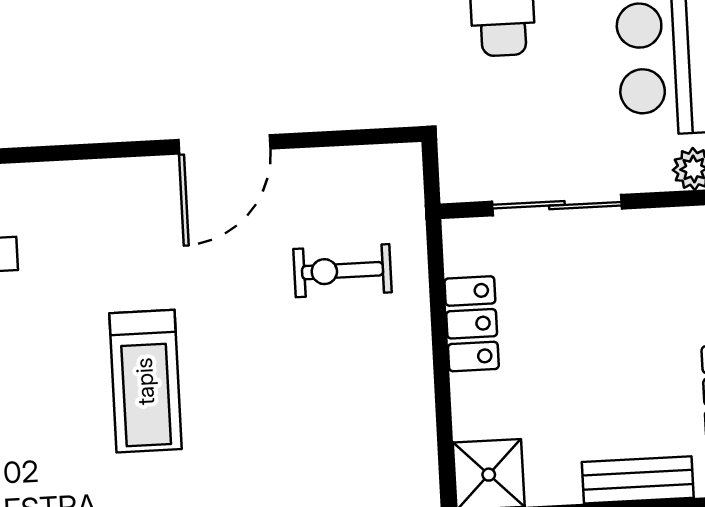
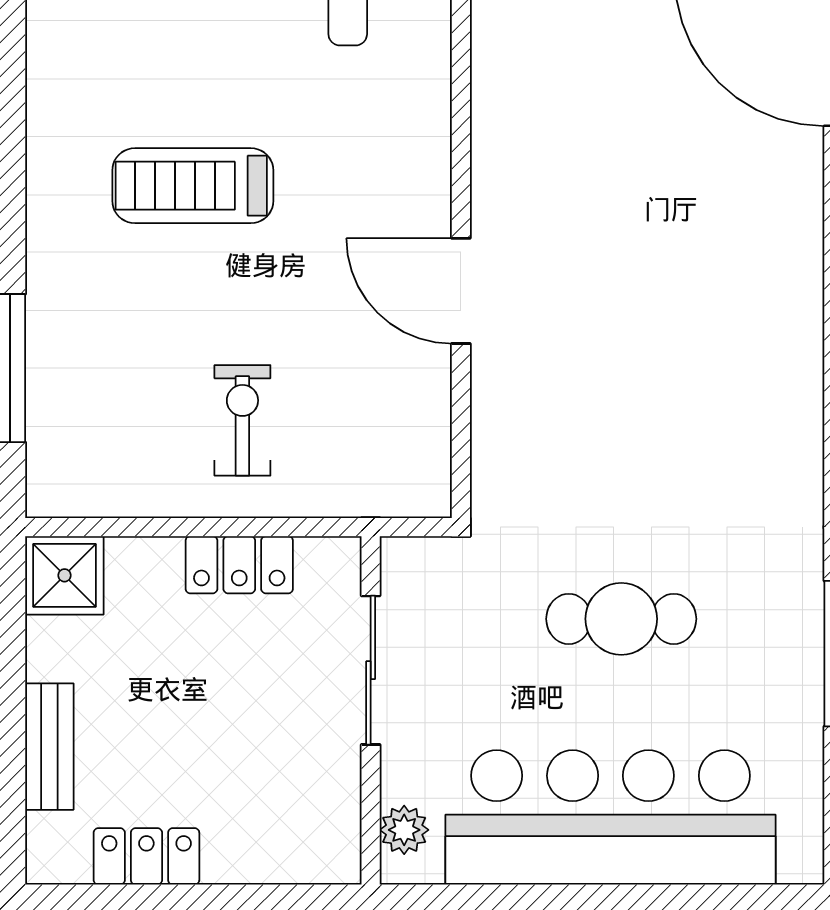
exercise bike: (343, 271) -> (242, 420), moved

